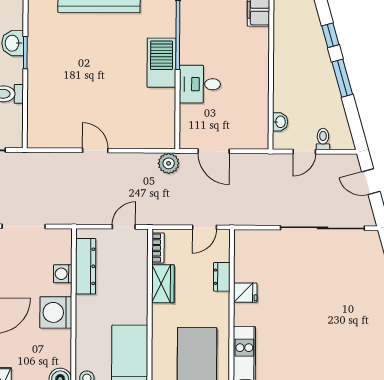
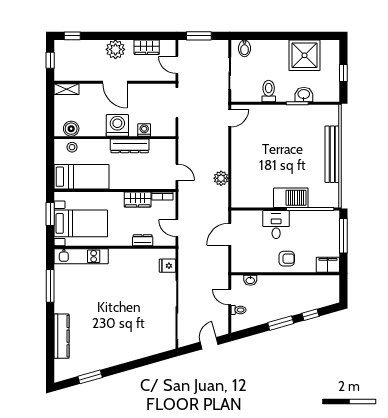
armchair: (249, 69) -> (287, 259), added
door: (95, 150) -> (230, 118), moved
plant: (169, 163) -> (221, 178), moved
dresser: (86, 266) -> (130, 146), moved
fridge: (245, 293) -> (168, 266), moved, turned 90

